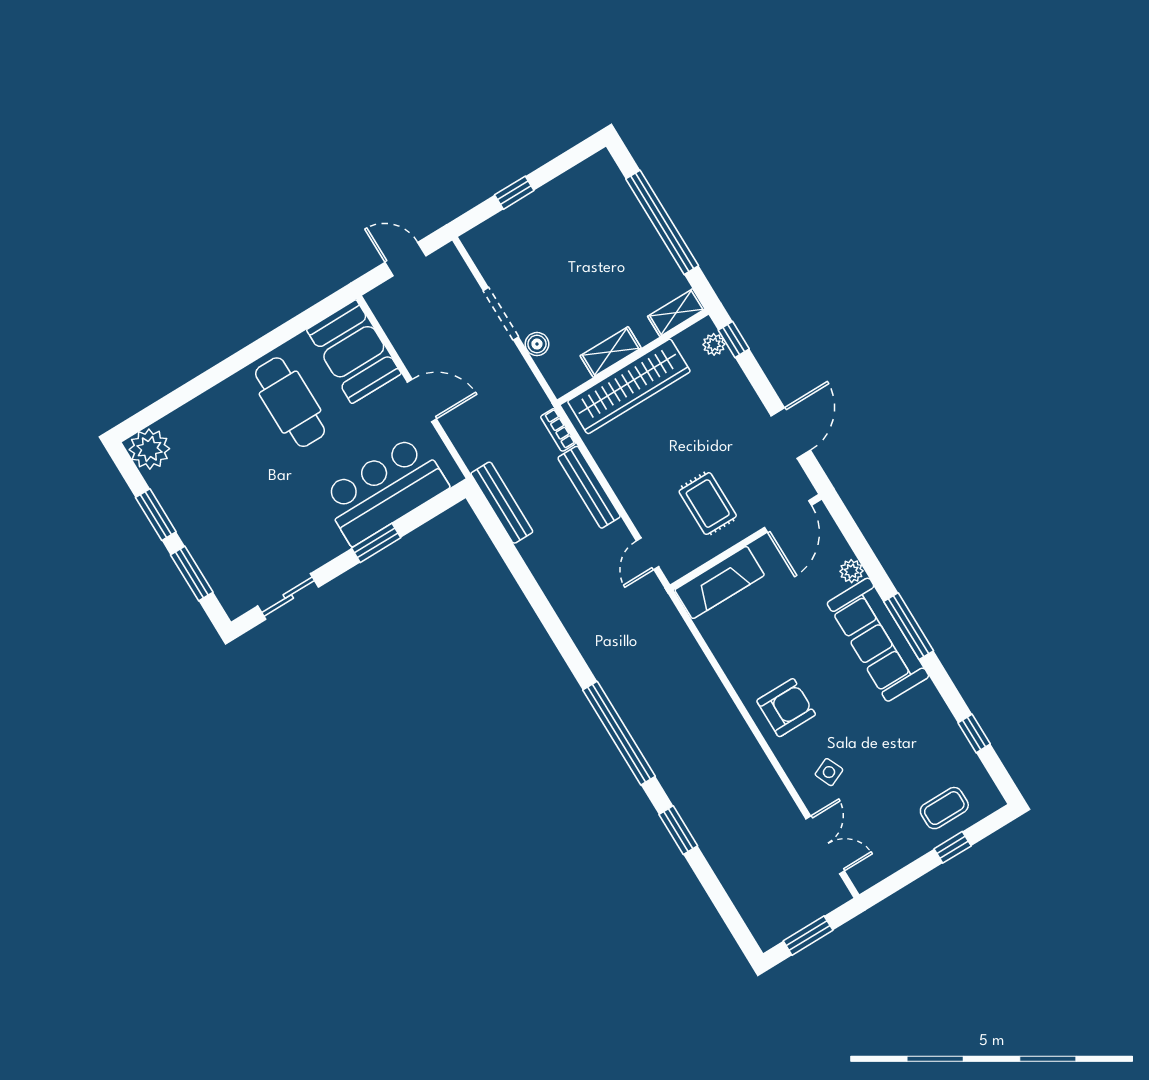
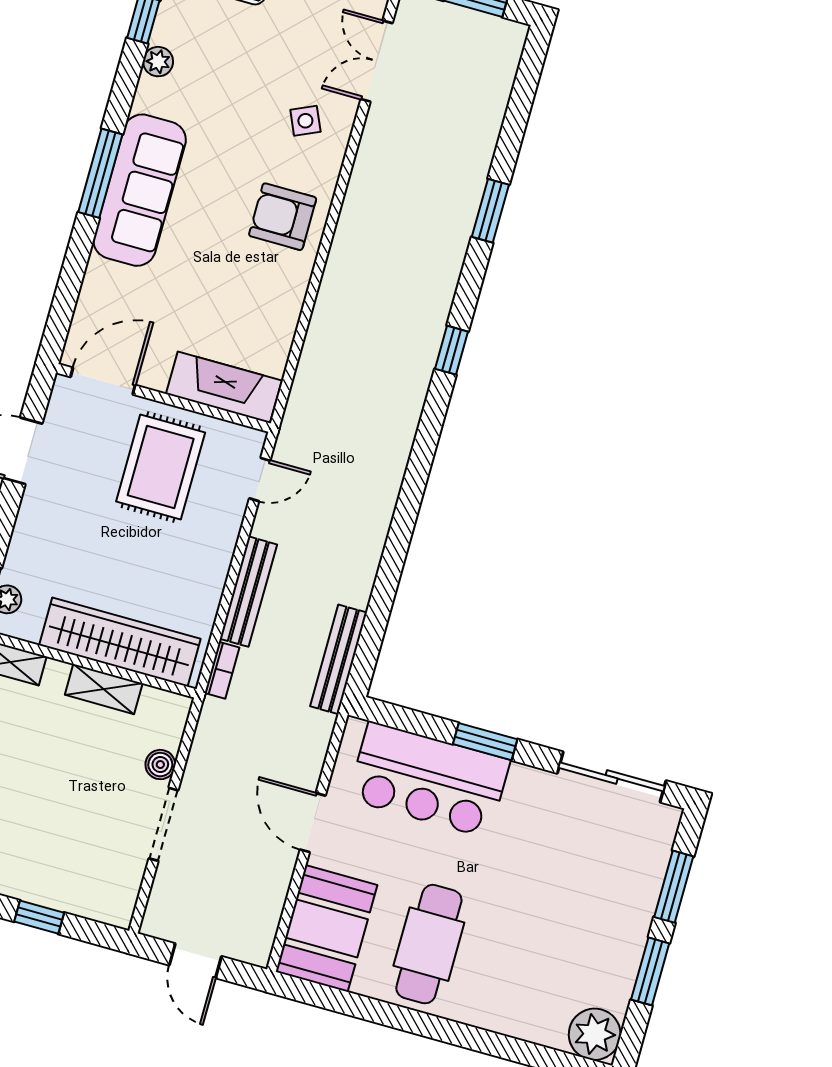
rug: (708, 504) -> (161, 467), width x1.36, depth x1.43
plant: (851, 571) -> (158, 62), moved
sliding door: (288, 597) -> (612, 777), width x1.37
window: (619, 733) -> (451, 350), width x0.32

